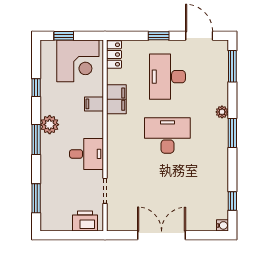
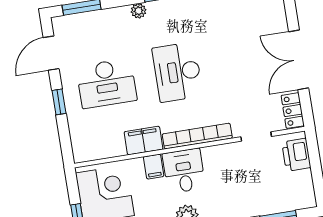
locker: (114, 54) -> (293, 111), moved, turned -90
bookcase: (113, 143) -> (197, 136), added
desk: (87, 154) -> (184, 171), moved

